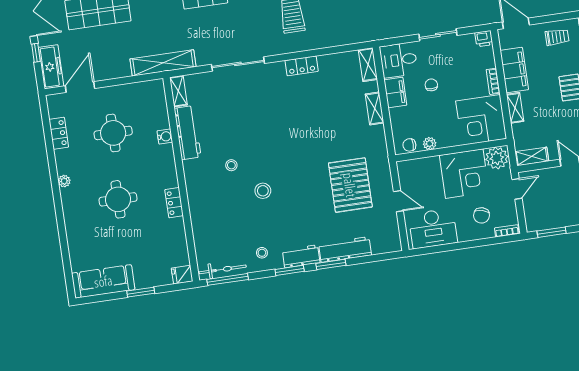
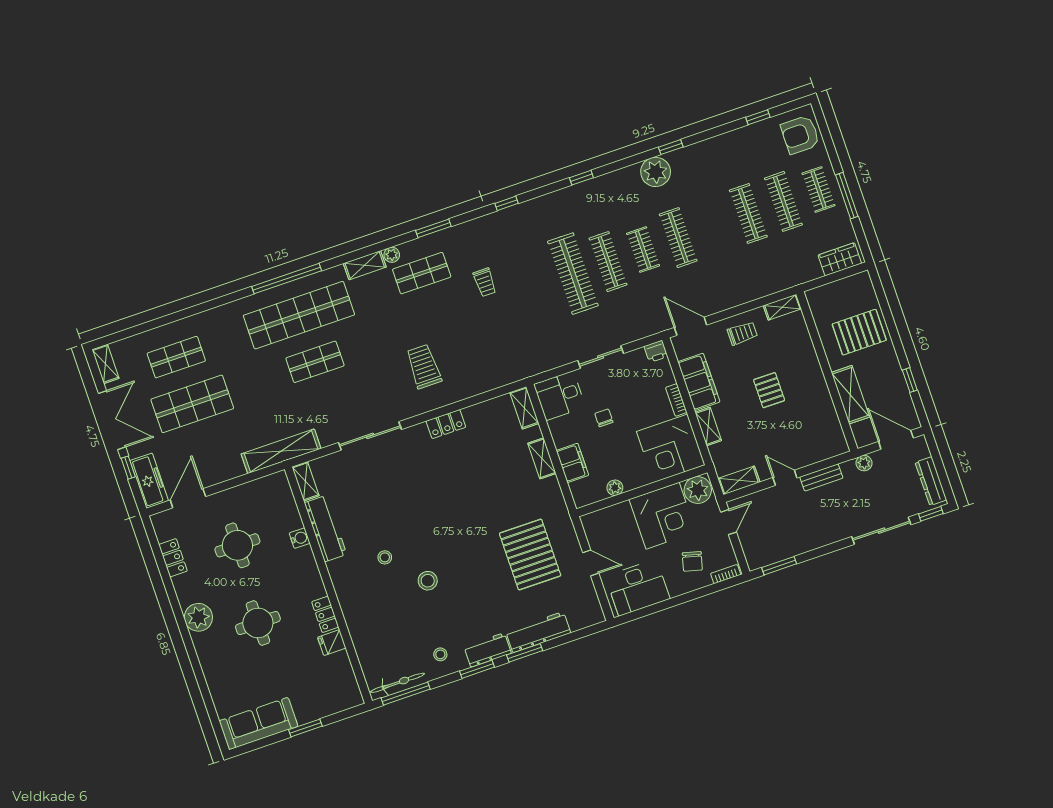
filing cabinet: (395, 93) -> (573, 463), moved
chair: (409, 145) -> (591, 494), removed
plant: (64, 181) -> (198, 617), width x1.88, depth x1.88
fridge: (182, 275) -> (332, 643), moved

